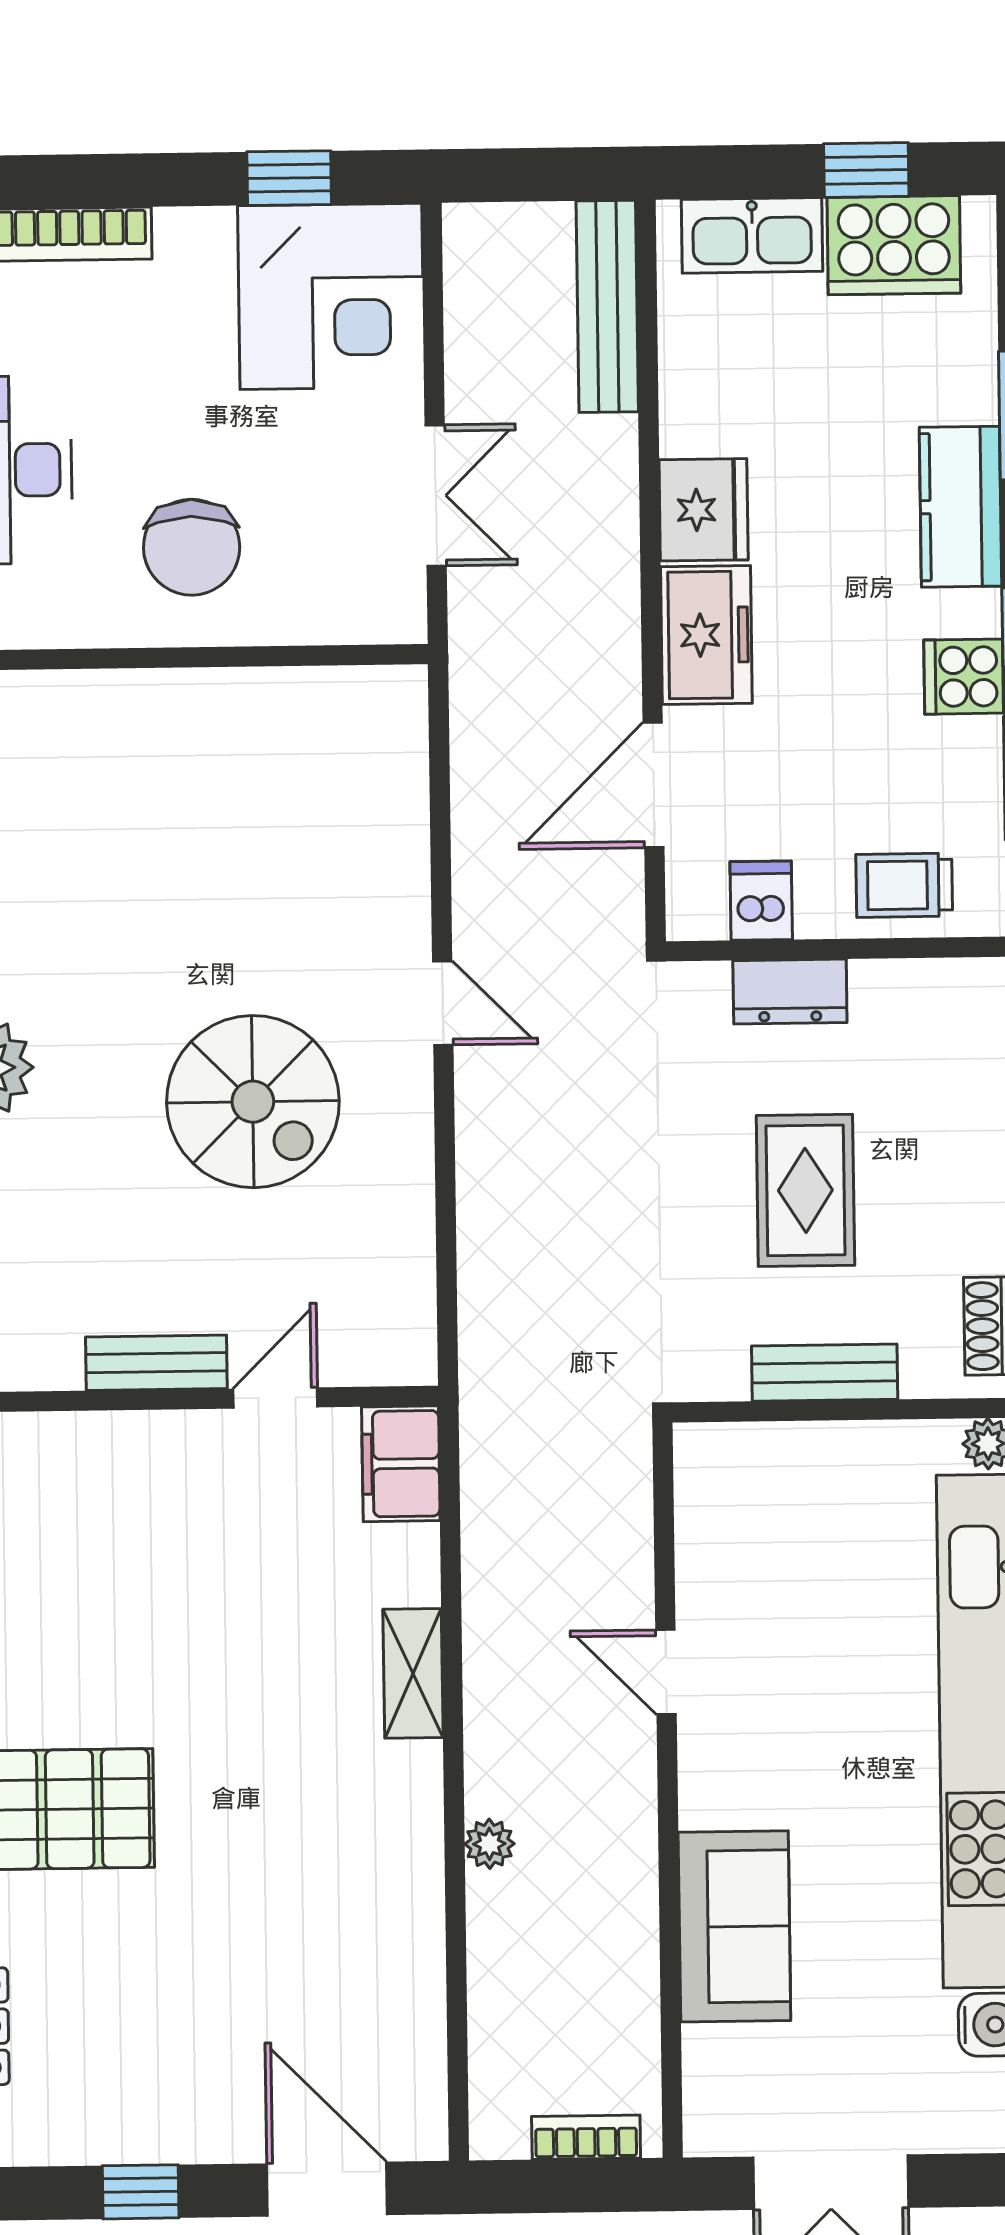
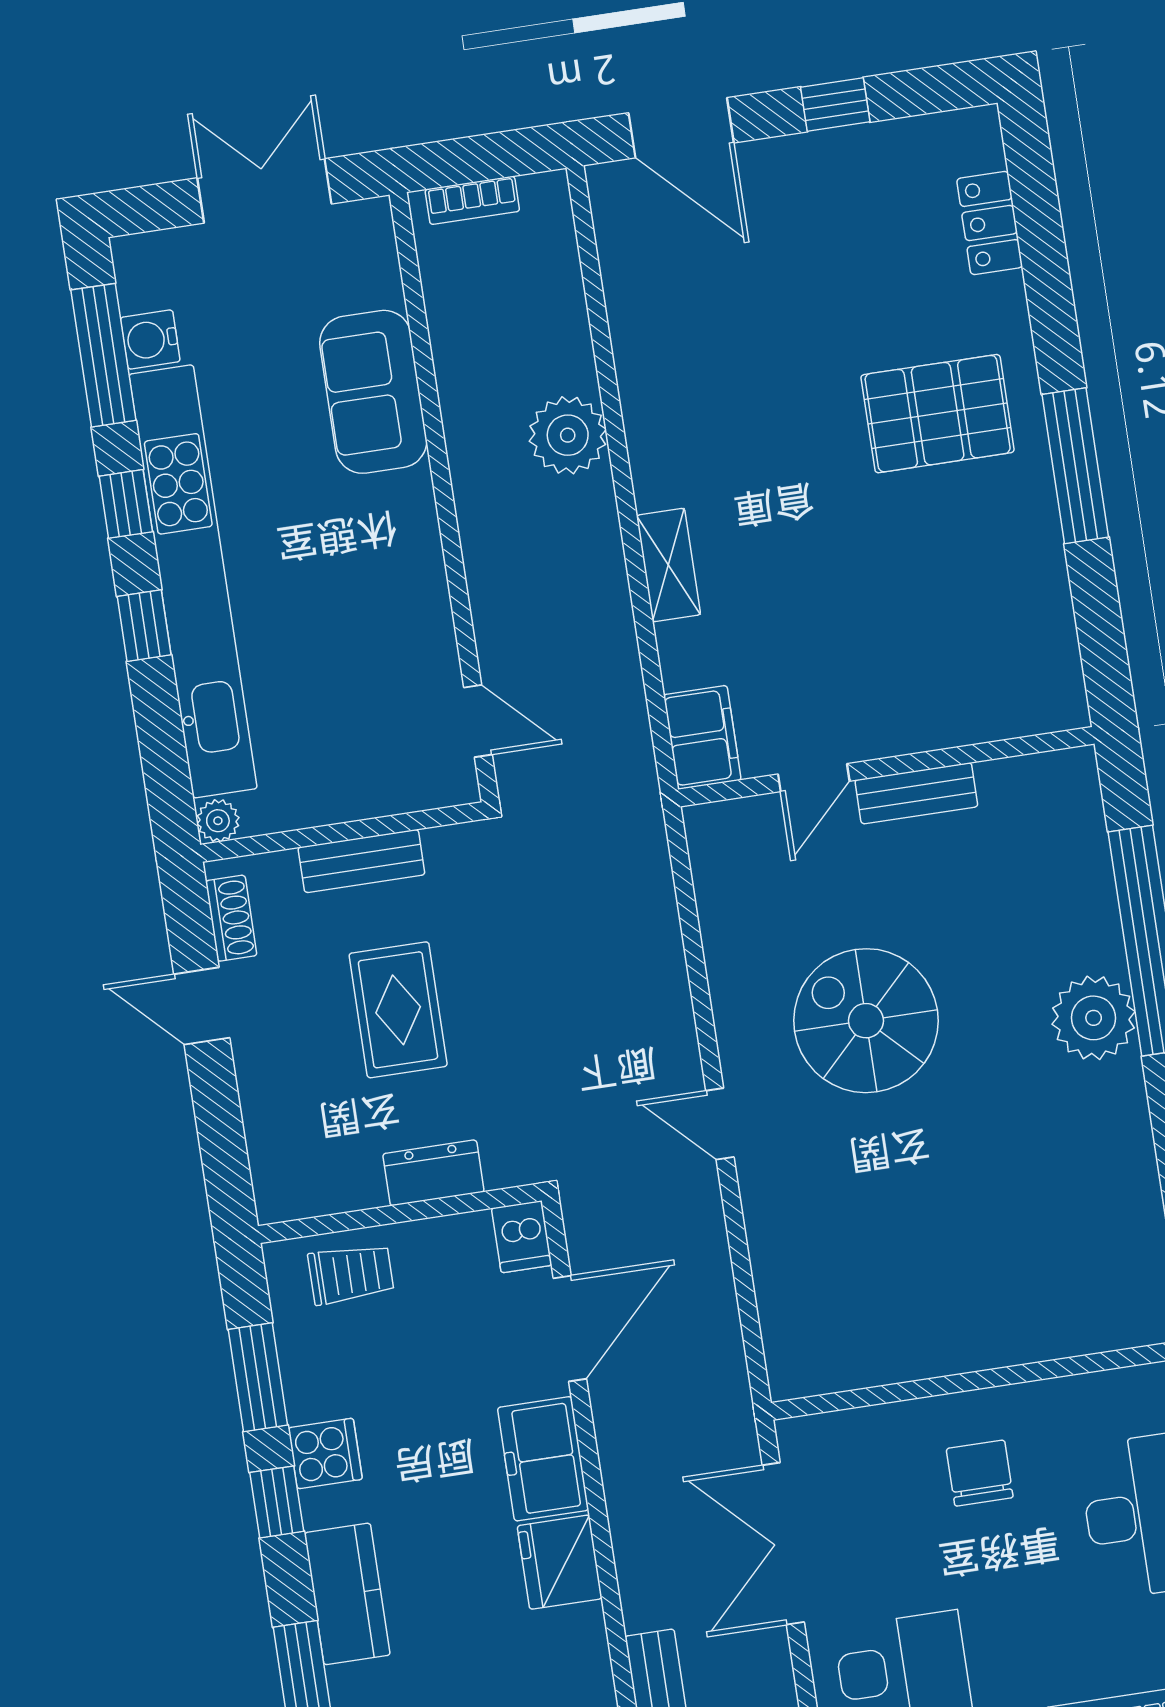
double door: (436, 496) -> (783, 1544), width x1.37
chair: (192, 547) -> (980, 1473), width x0.73, depth x0.73
dishwasher: (761, 901) -> (522, 1237), moved
door: (666, 1672) -> (478, 721), moved
plant: (489, 1844) -> (568, 435), width x1.88, depth x1.88

